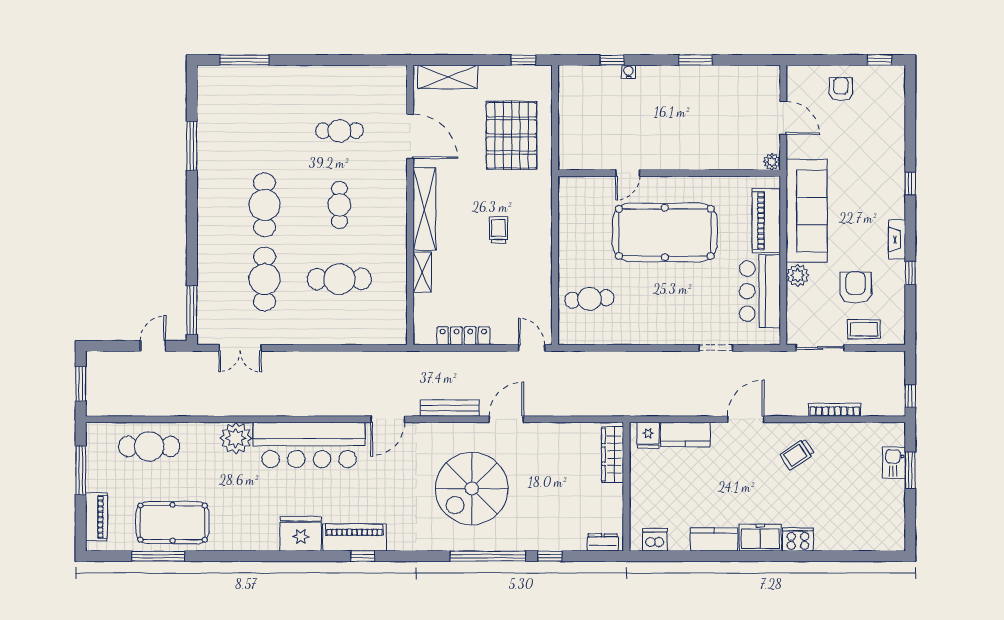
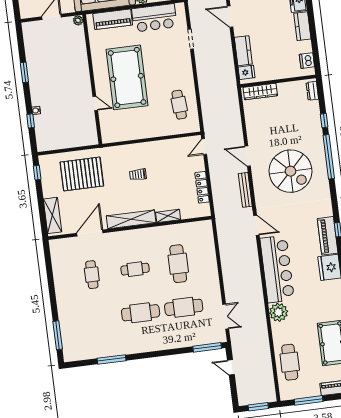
cafe table: (589, 299) -> (179, 105), moved

